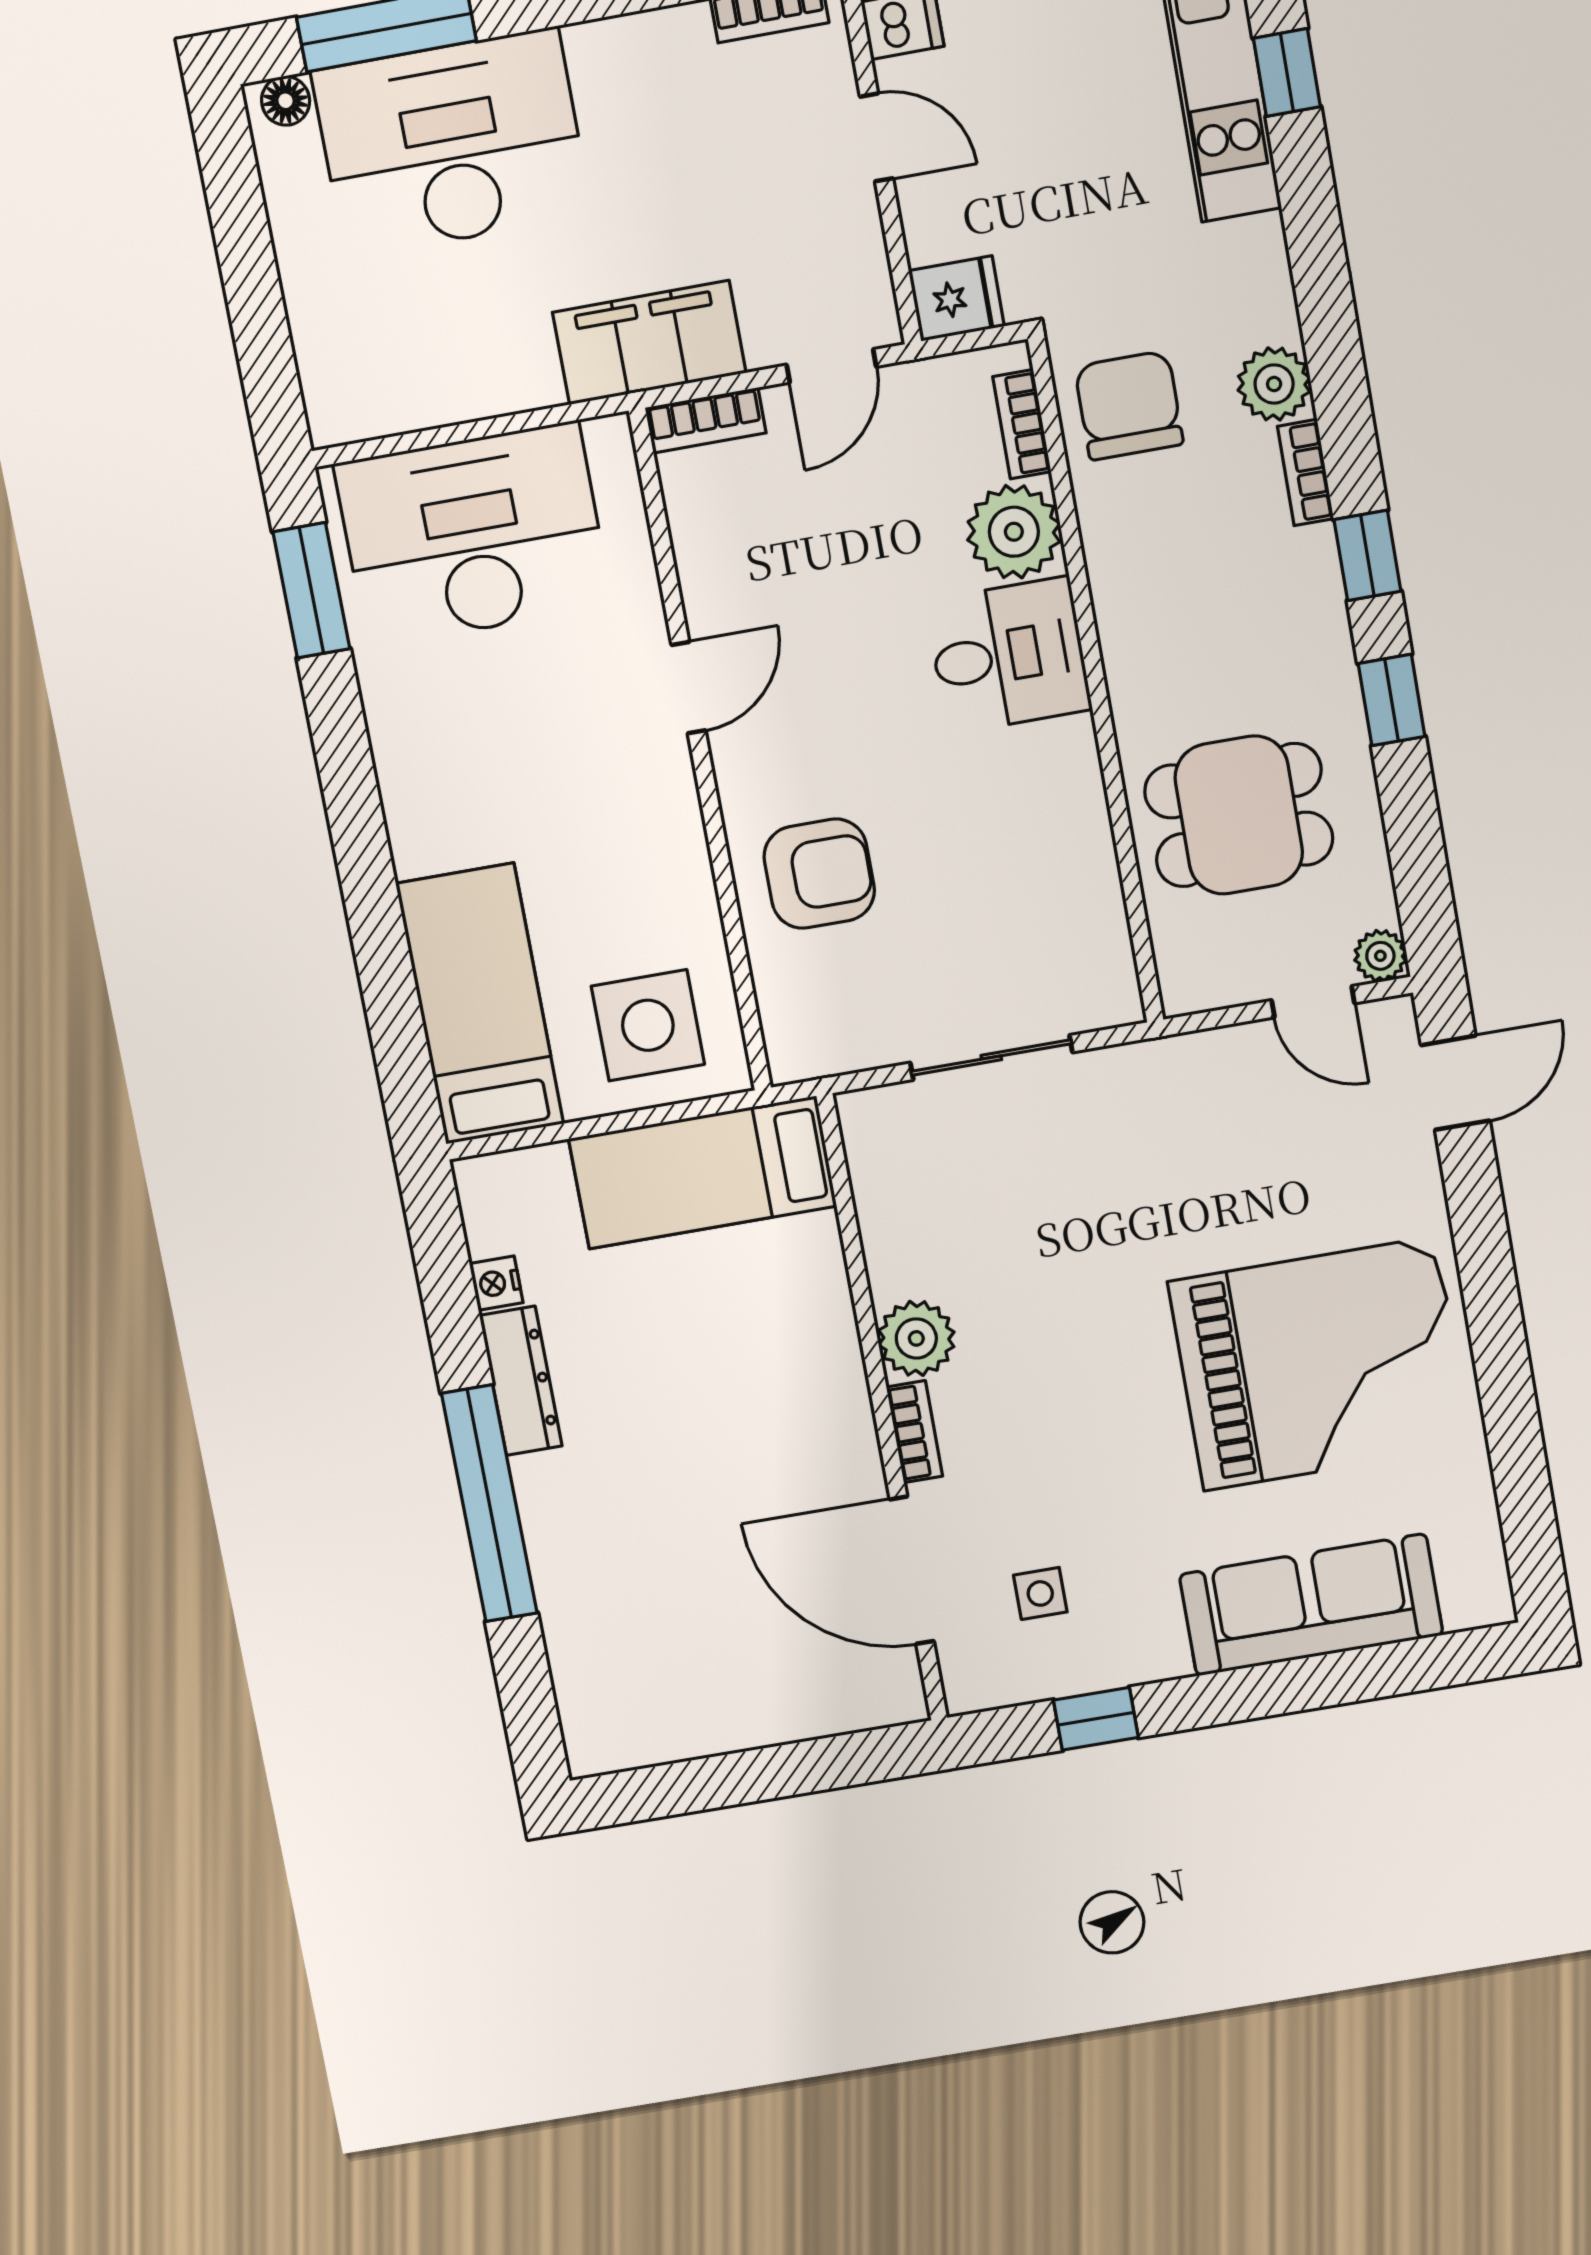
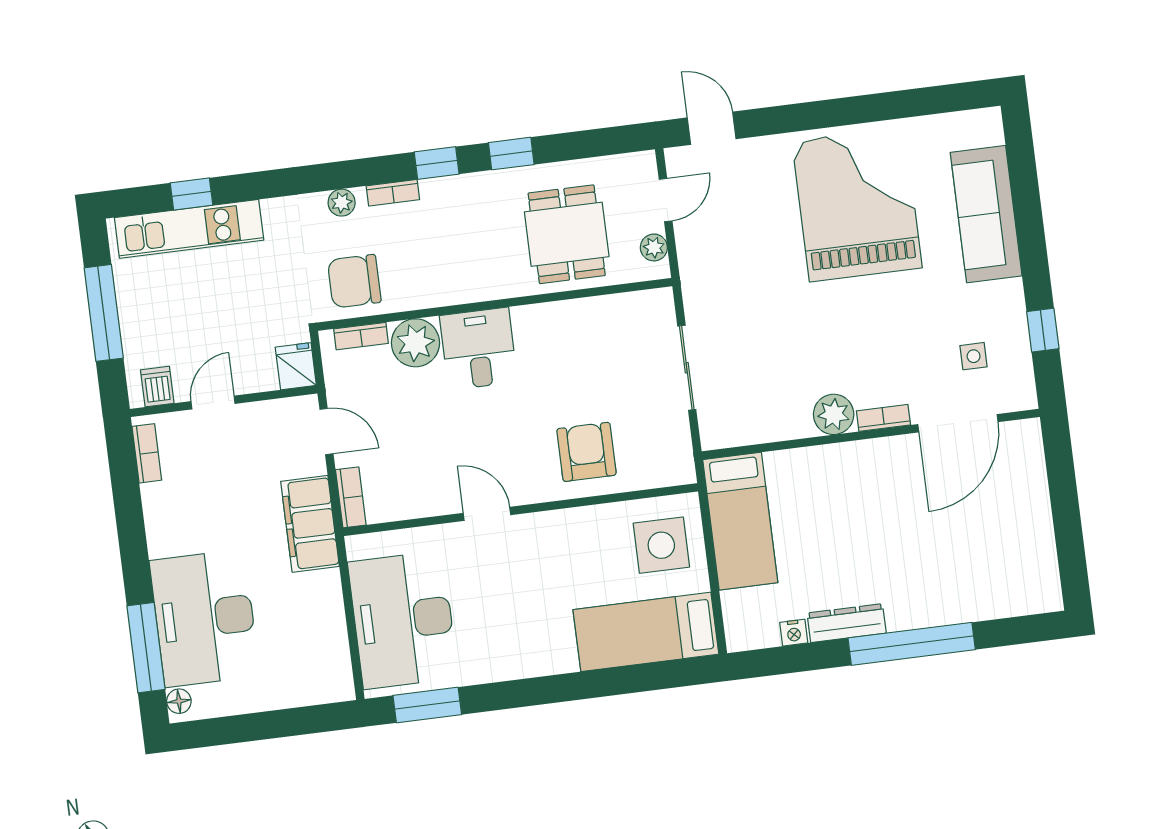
plant: (1274, 384) -> (342, 203), width x0.73, depth x0.73
plant: (1380, 956) -> (654, 247), moved

